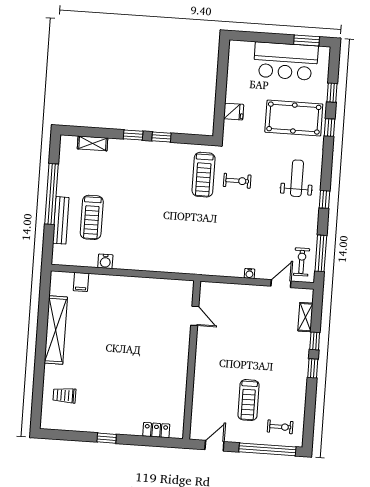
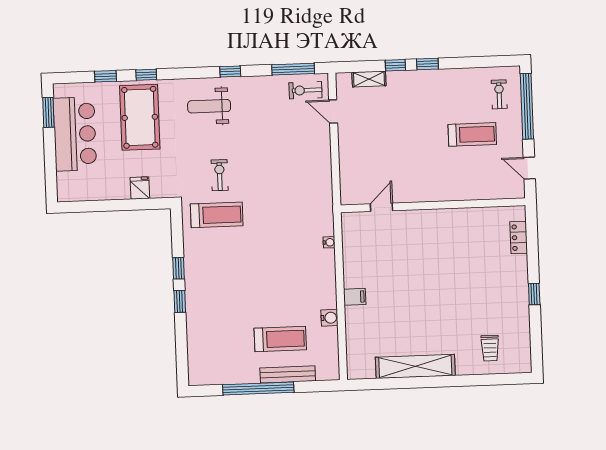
shelving: (93, 143) -> (194, 347), removed
water cooler: (249, 273) -> (329, 242), moved
filing cabinet: (81, 282) -> (355, 297), moved

